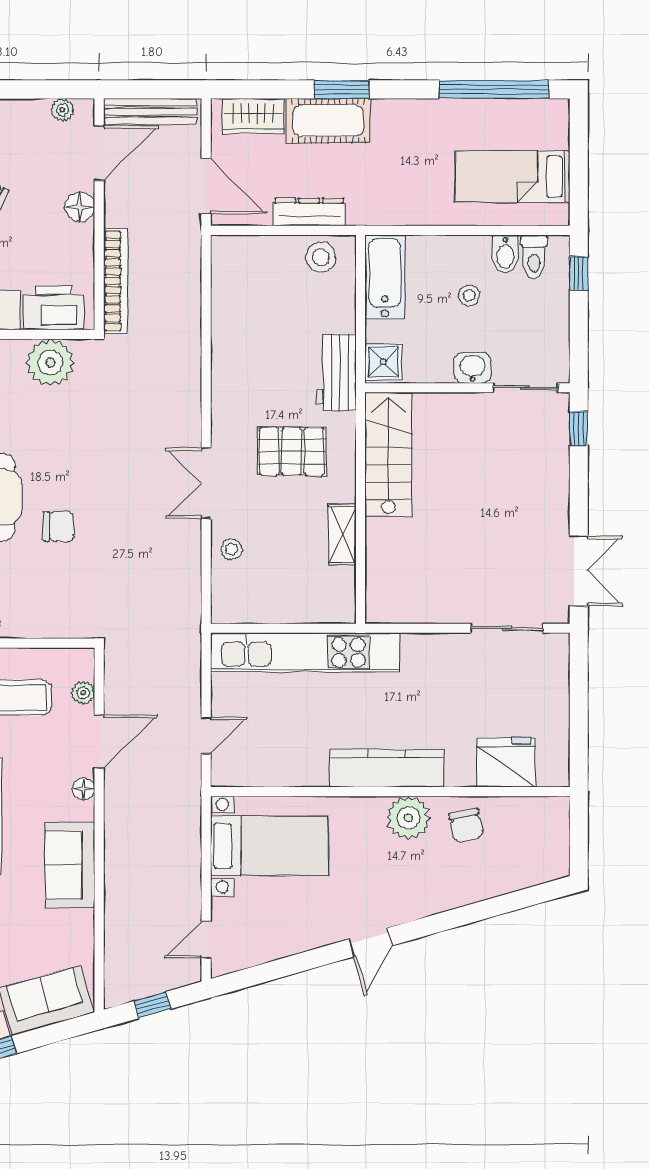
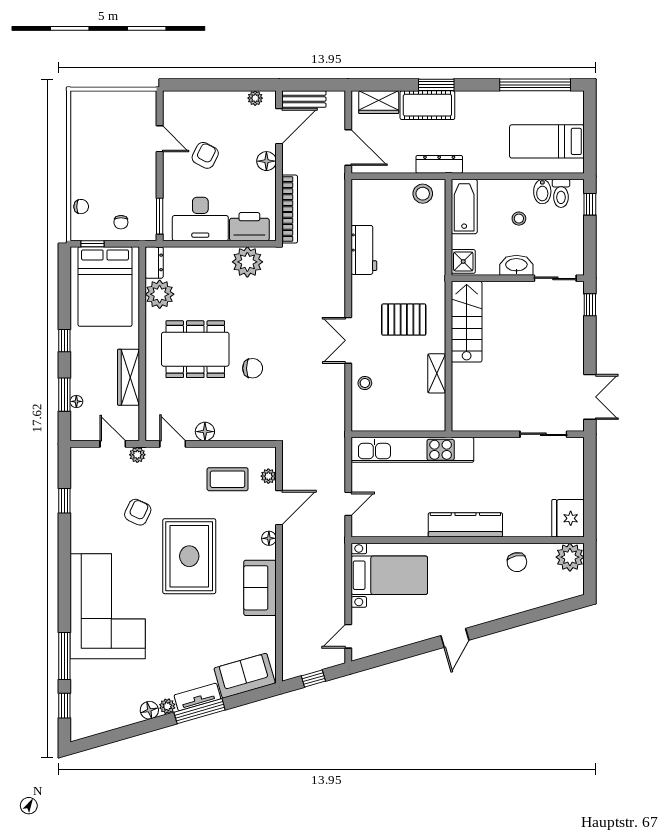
bench: (150, 111) -> (304, 99), width x0.73
dresser: (309, 212) -> (439, 164), moved
washbasin: (472, 368) -> (516, 265), width x1.38
workbench: (336, 373) -> (364, 250), moved, turned 180
fridge: (506, 762) -> (568, 518), moved, turned -90
plant: (408, 818) -> (570, 557), moved

